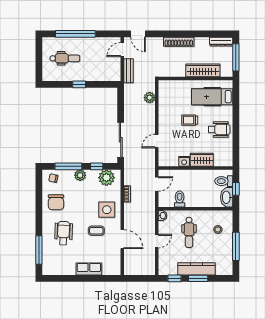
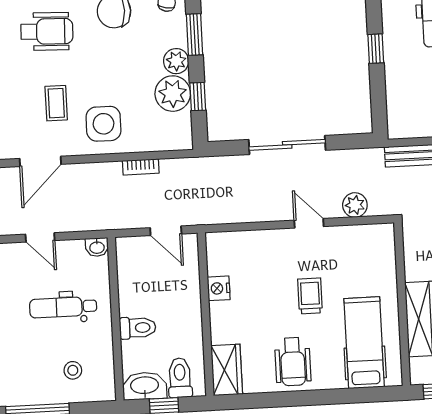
sliding door: (121, 140) -> (287, 145), moved
door: (157, 141) -> (309, 223), moved
wardrobe: (202, 160) -> (227, 370), moved
window: (68, 166) -> (194, 35), width x0.69
plant: (106, 178) -> (173, 94), moved
toilet: (180, 199) -> (138, 328), moved

